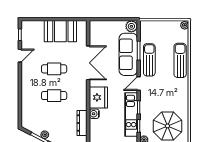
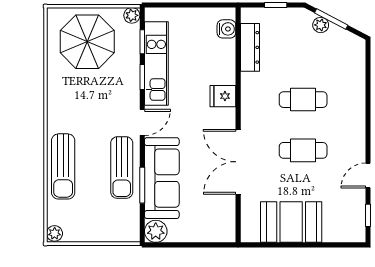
fridge: (98, 97) -> (223, 96), width x0.53, depth x0.75
water cooler: (94, 114) -> (226, 29), moved

